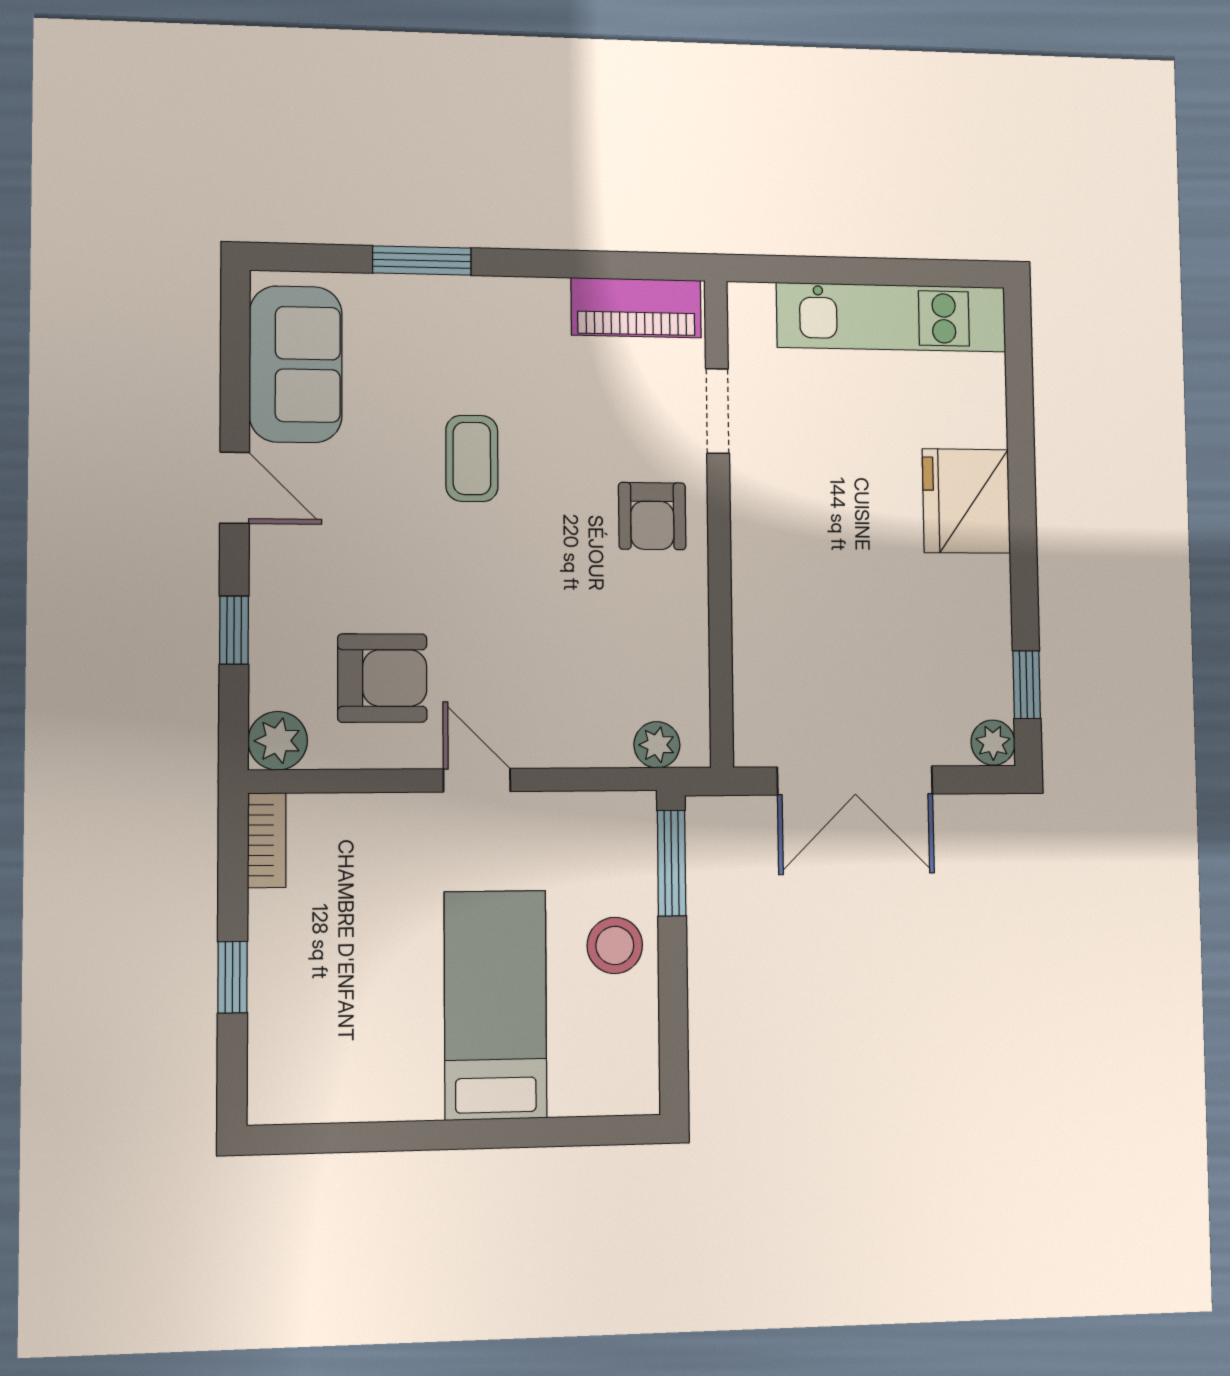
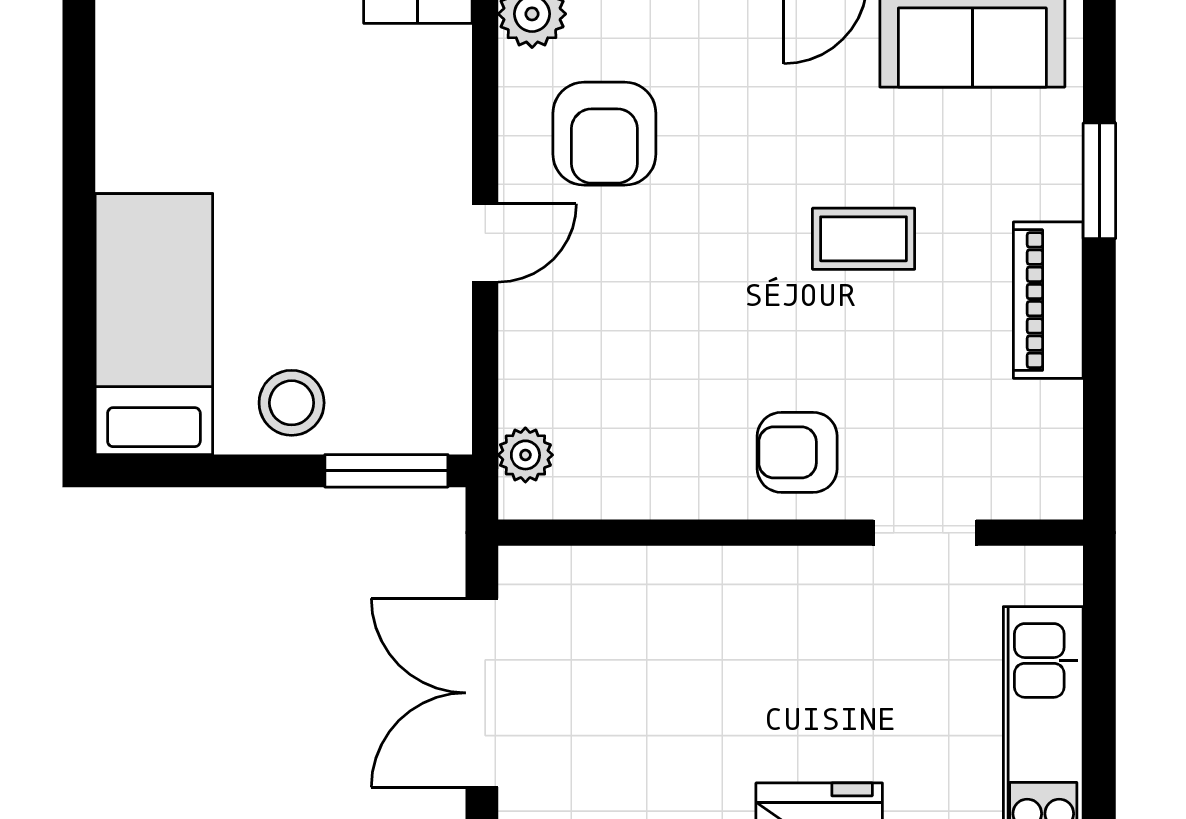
piano: (636, 308) -> (1048, 300), moved
bed: (495, 1005) -> (154, 324), moved, turned -90

